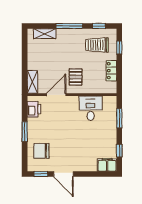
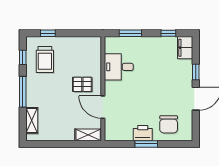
locker: (111, 71) -> (75, 43), removed
printer: (34, 109) -> (143, 133), moved
window: (41, 174) -> (196, 72), moved

